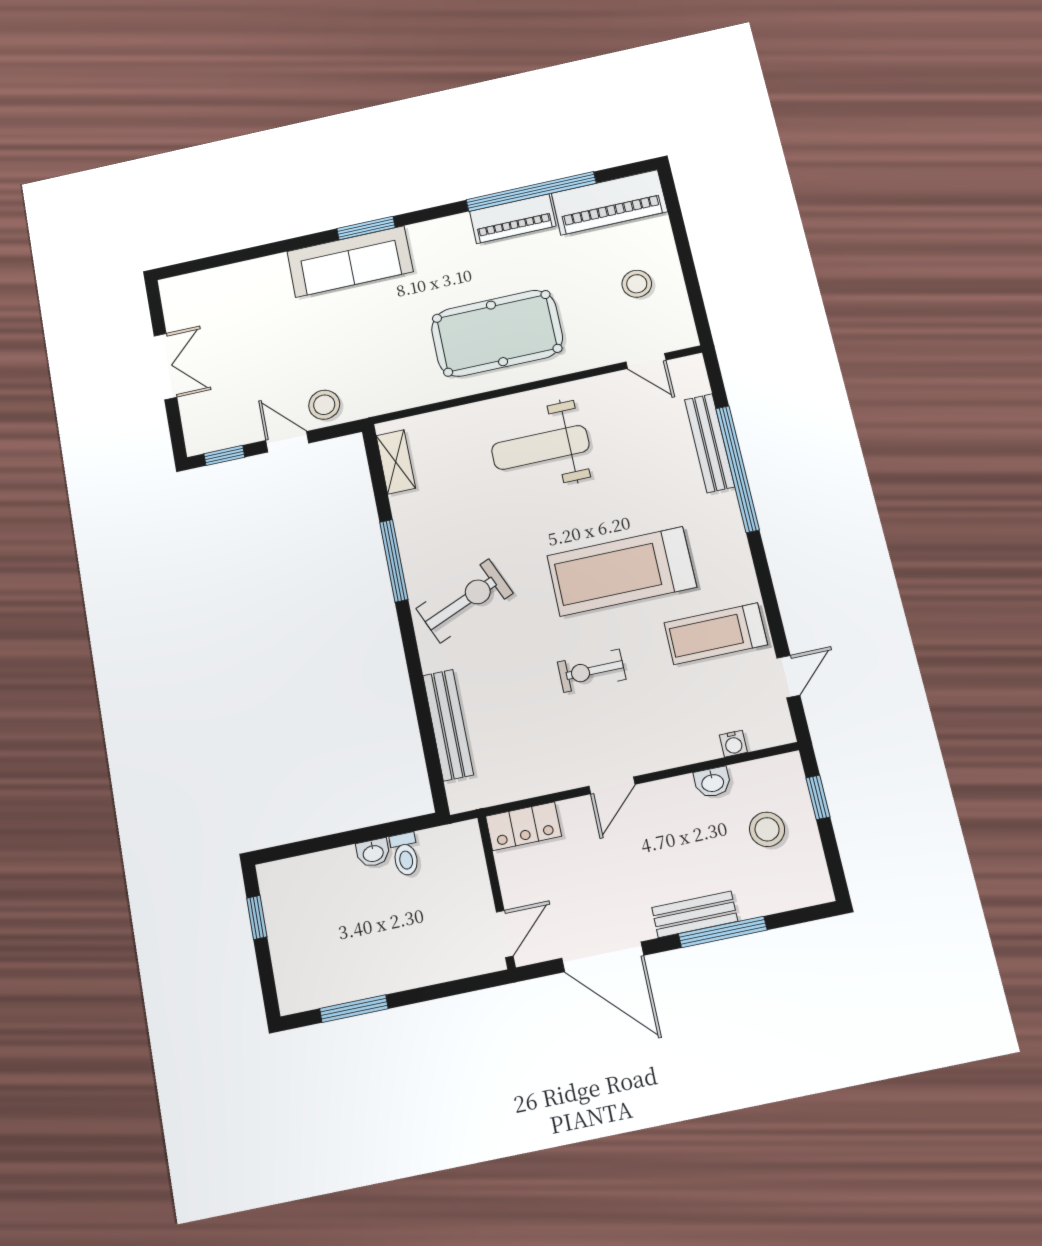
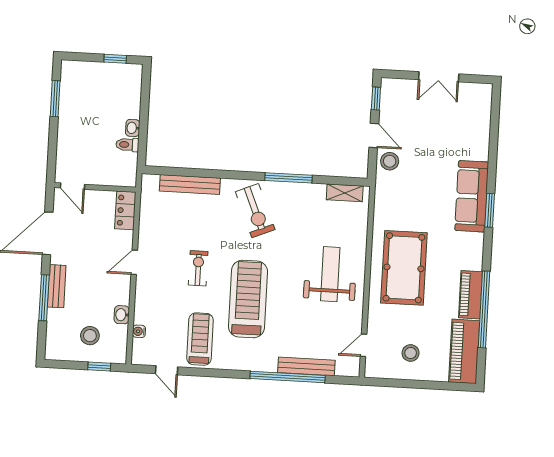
door: (287, 442) -> (374, 136), hinge flipped
door: (612, 785) -> (134, 262), hinge flipped

